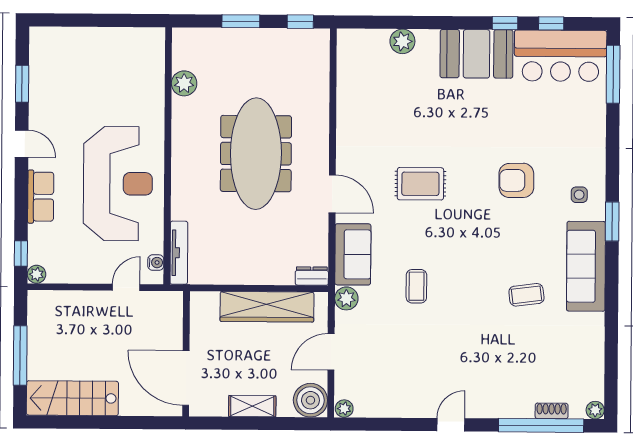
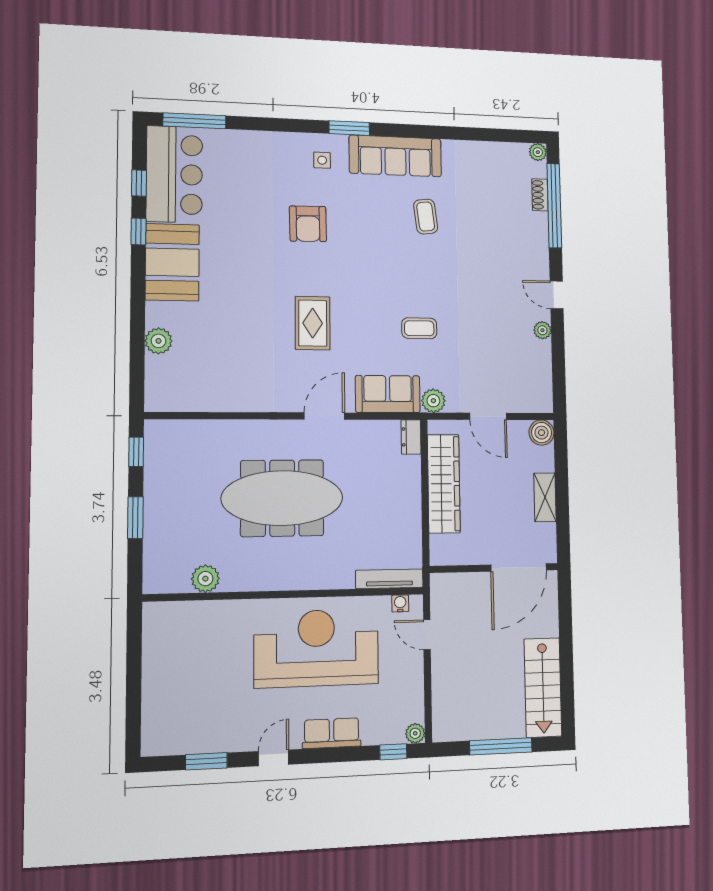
boiler: (310, 400) -> (541, 433), width x0.73, depth x0.73
plant: (344, 409) -> (542, 330), moved

